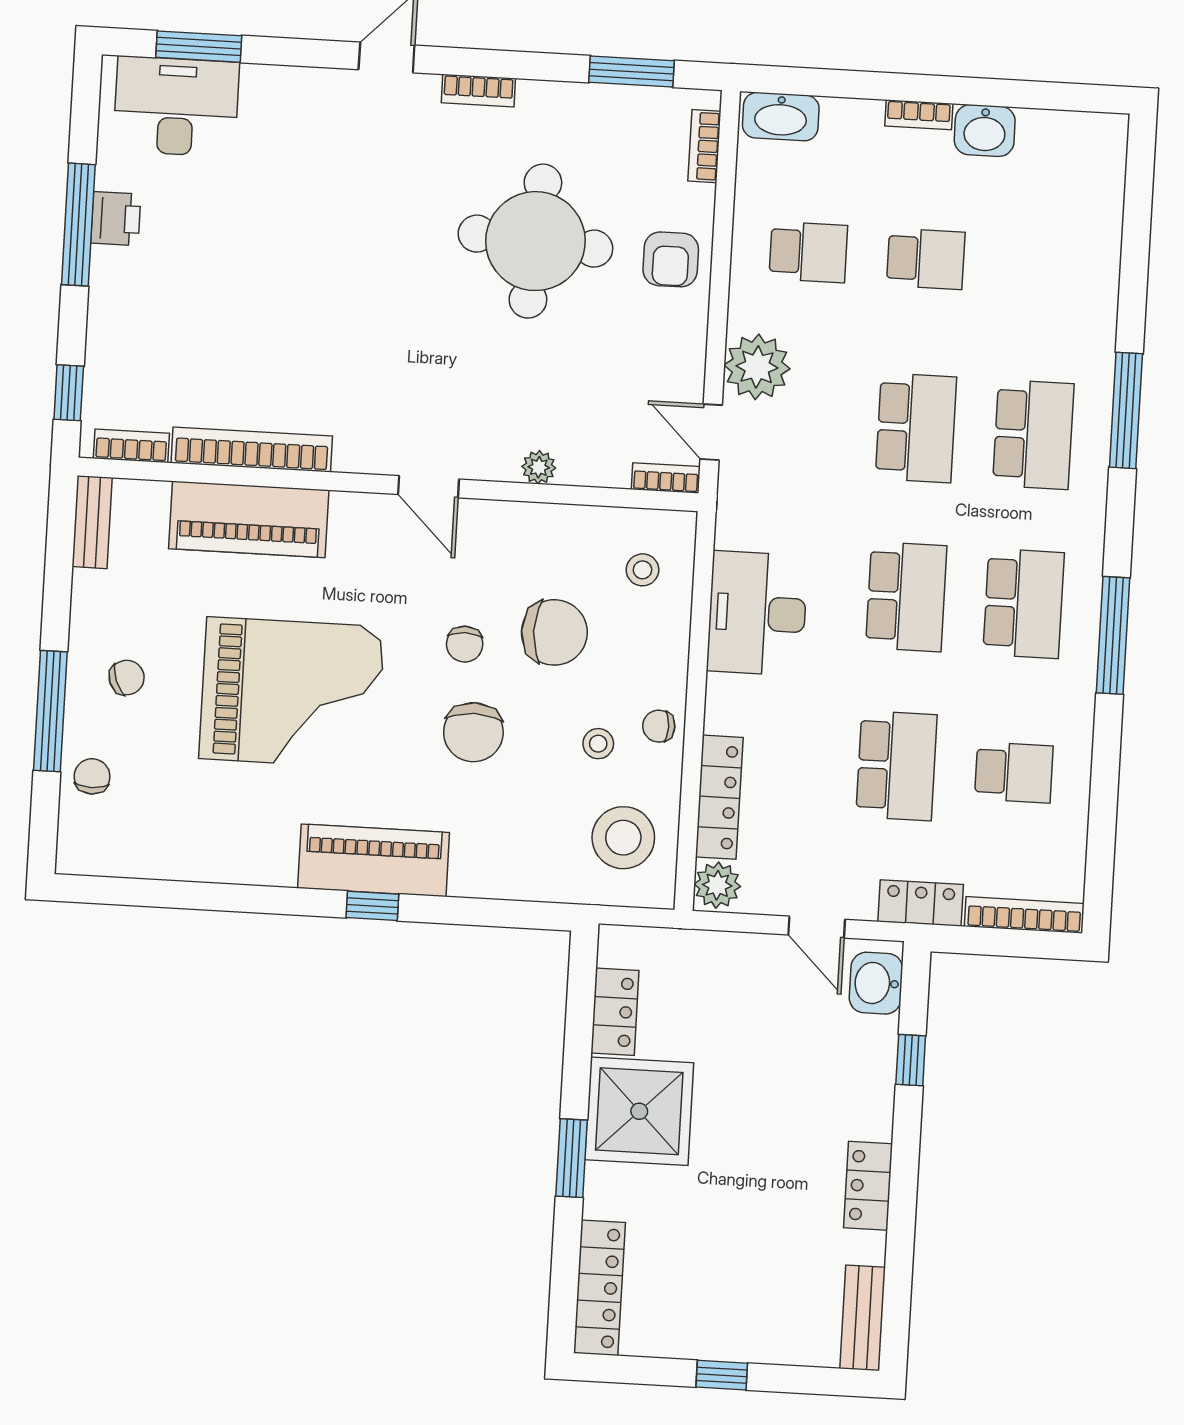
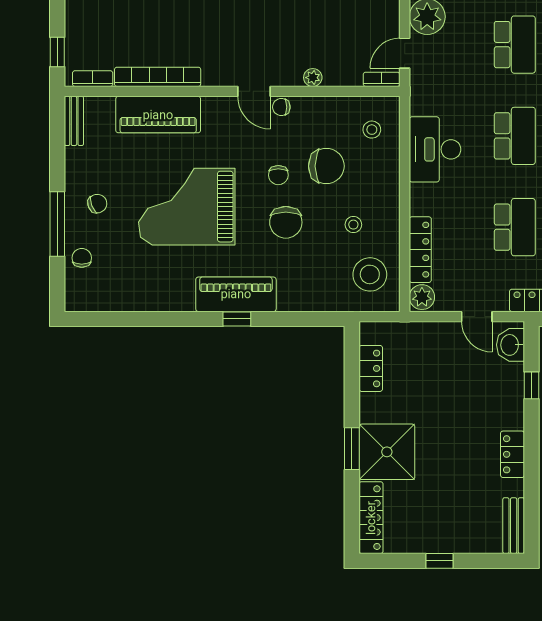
door: (711, 432) -> (405, 53), hinge flipped
grand piano: (292, 693) -> (187, 207), turned 180
chair: (659, 726) -> (281, 107), moved
shower: (639, 1111) -> (387, 452), moved

